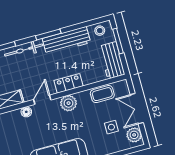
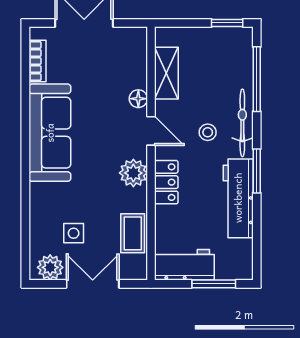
stool: (100, 31) -> (208, 132), moved

